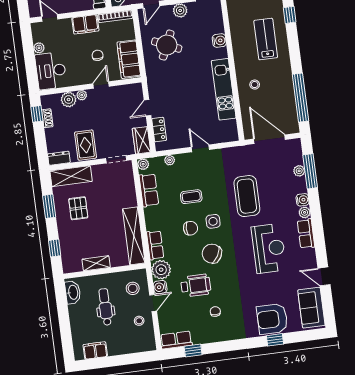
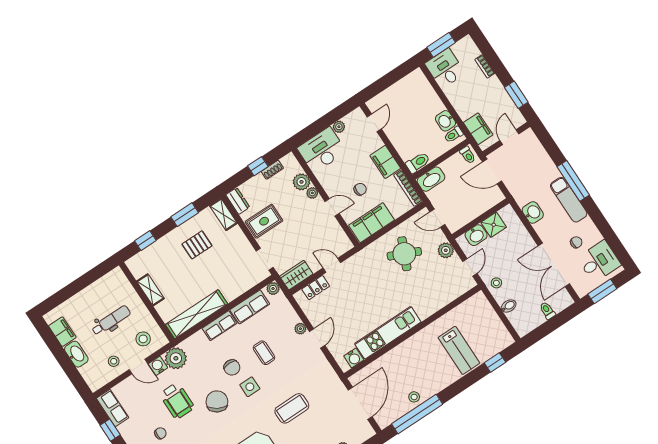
lab bench: (266, 39) -> (459, 350), turned 90
water cooler: (219, 41) -> (354, 358), moved
stool: (255, 85) -> (414, 397), moved
window: (37, 114) -> (258, 166), moved
plant: (170, 160) -> (300, 329), moved
shelving: (71, 176) -> (223, 214), width x0.67, depth x0.75
coffee table: (247, 196) -> (292, 408), width x0.73, depth x0.76
row of seats: (155, 245) -> (219, 326), moved
washbasin: (73, 292) -> (76, 354), moved, turned -90

